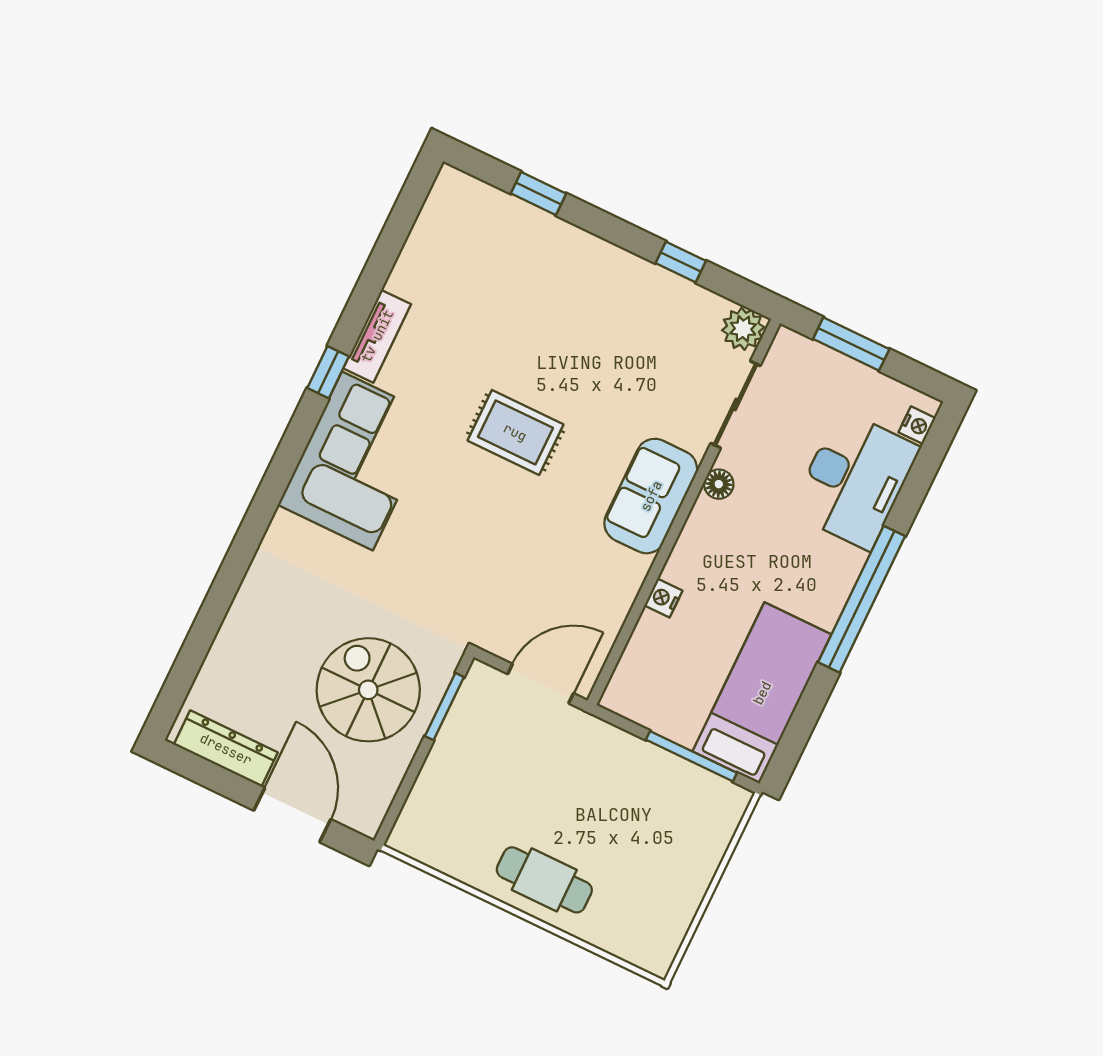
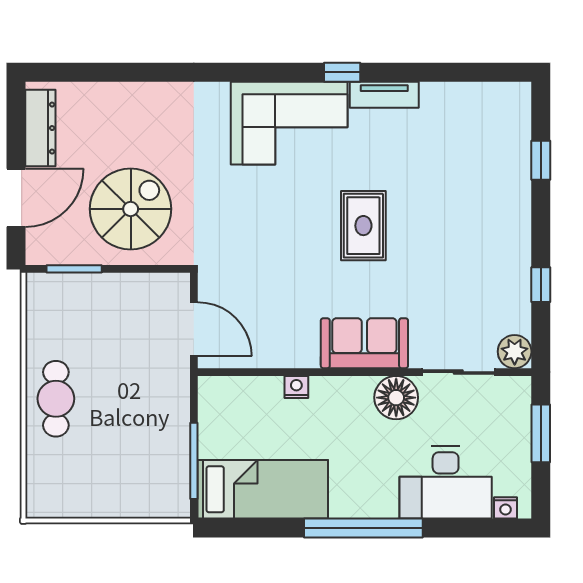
floor lamp: (719, 484) -> (396, 398), width x1.89, depth x1.89
window: (444, 707) -> (74, 269), moved

